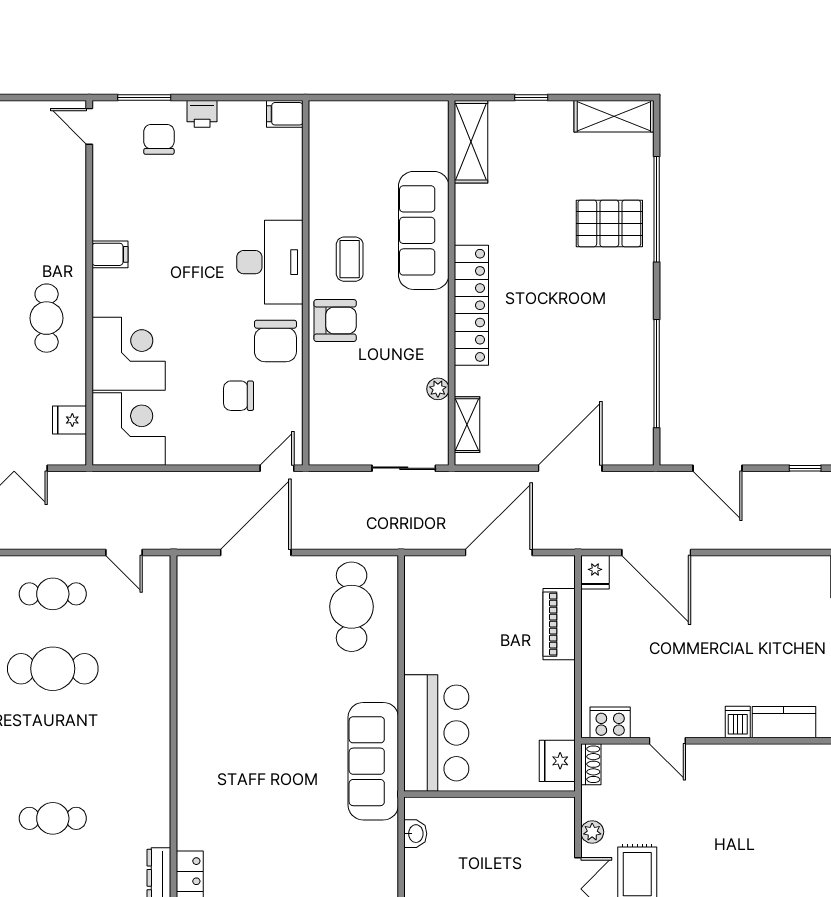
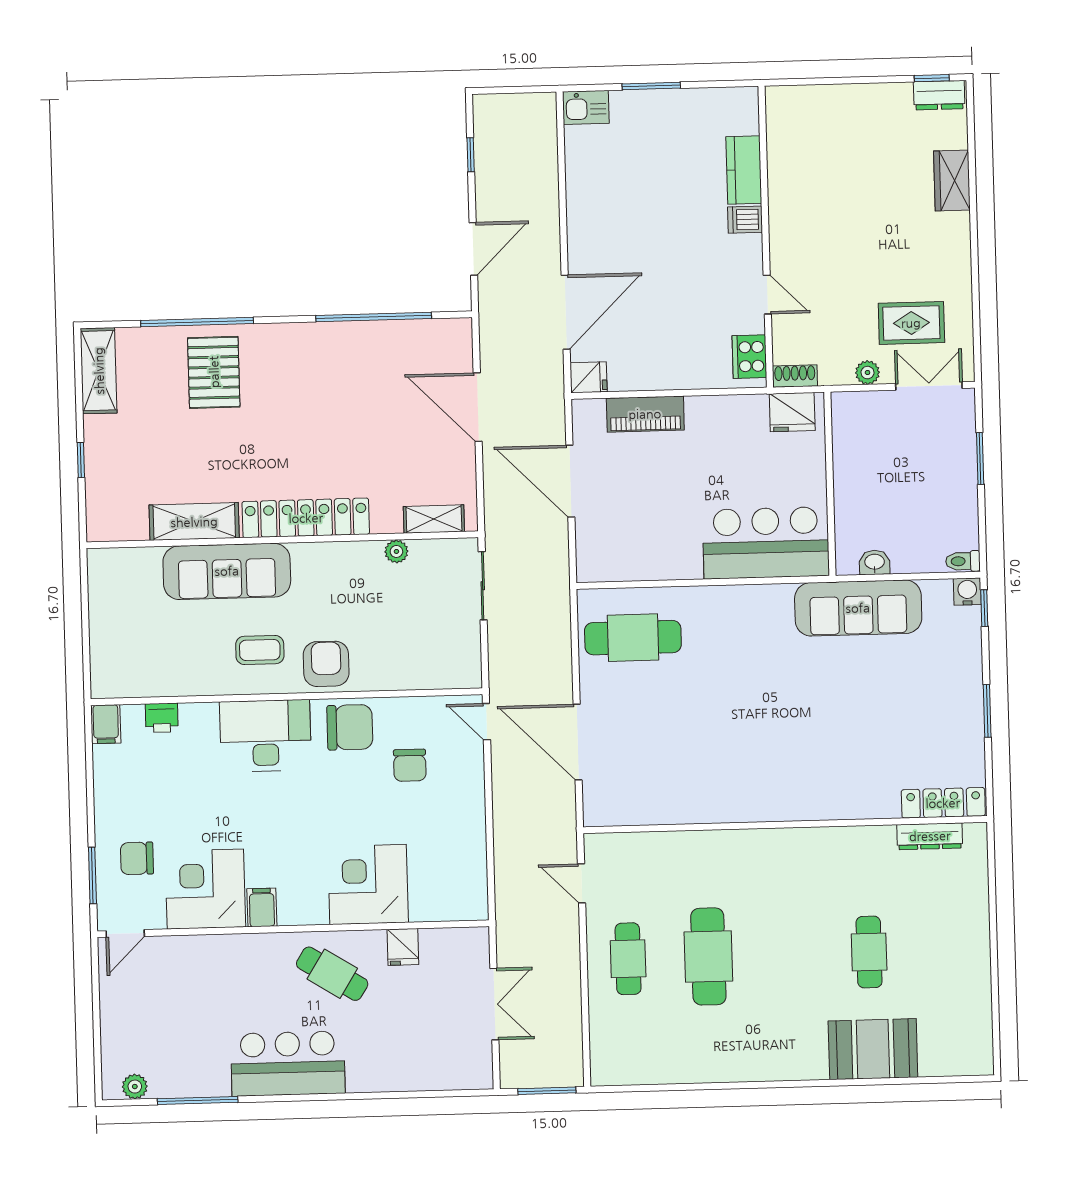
printer: (202, 114) -> (162, 718), moved, turned 90
shelving: (471, 142) -> (194, 522), moved
cafe table: (47, 318) -> (332, 974), turned 32
fridge: (70, 420) -> (403, 947), moved
corner desk: (129, 429) -> (205, 889), moved
door: (124, 553) -> (582, 883), swing flipped
door: (667, 741) -> (767, 295), hinge flipped
sofa: (373, 761) -> (858, 608), moved

